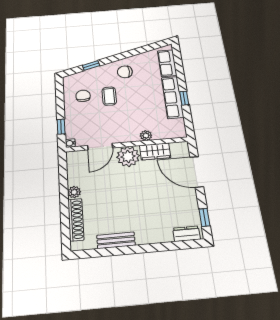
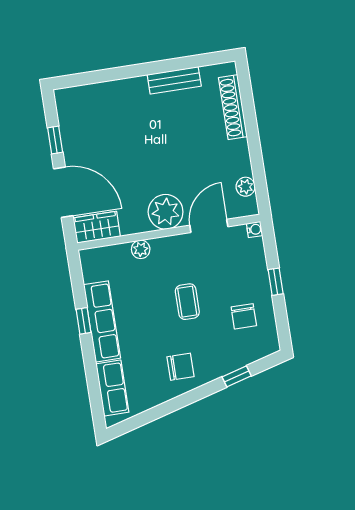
coffee table: (109, 96) -> (187, 302), moved
window: (61, 127) -> (276, 282), moved
wardrobe: (155, 151) -> (97, 227), moved
plant: (74, 192) -> (246, 187), moved
window: (204, 217) -> (55, 140), moved
dresser: (187, 234) -> (77, 96), removed

